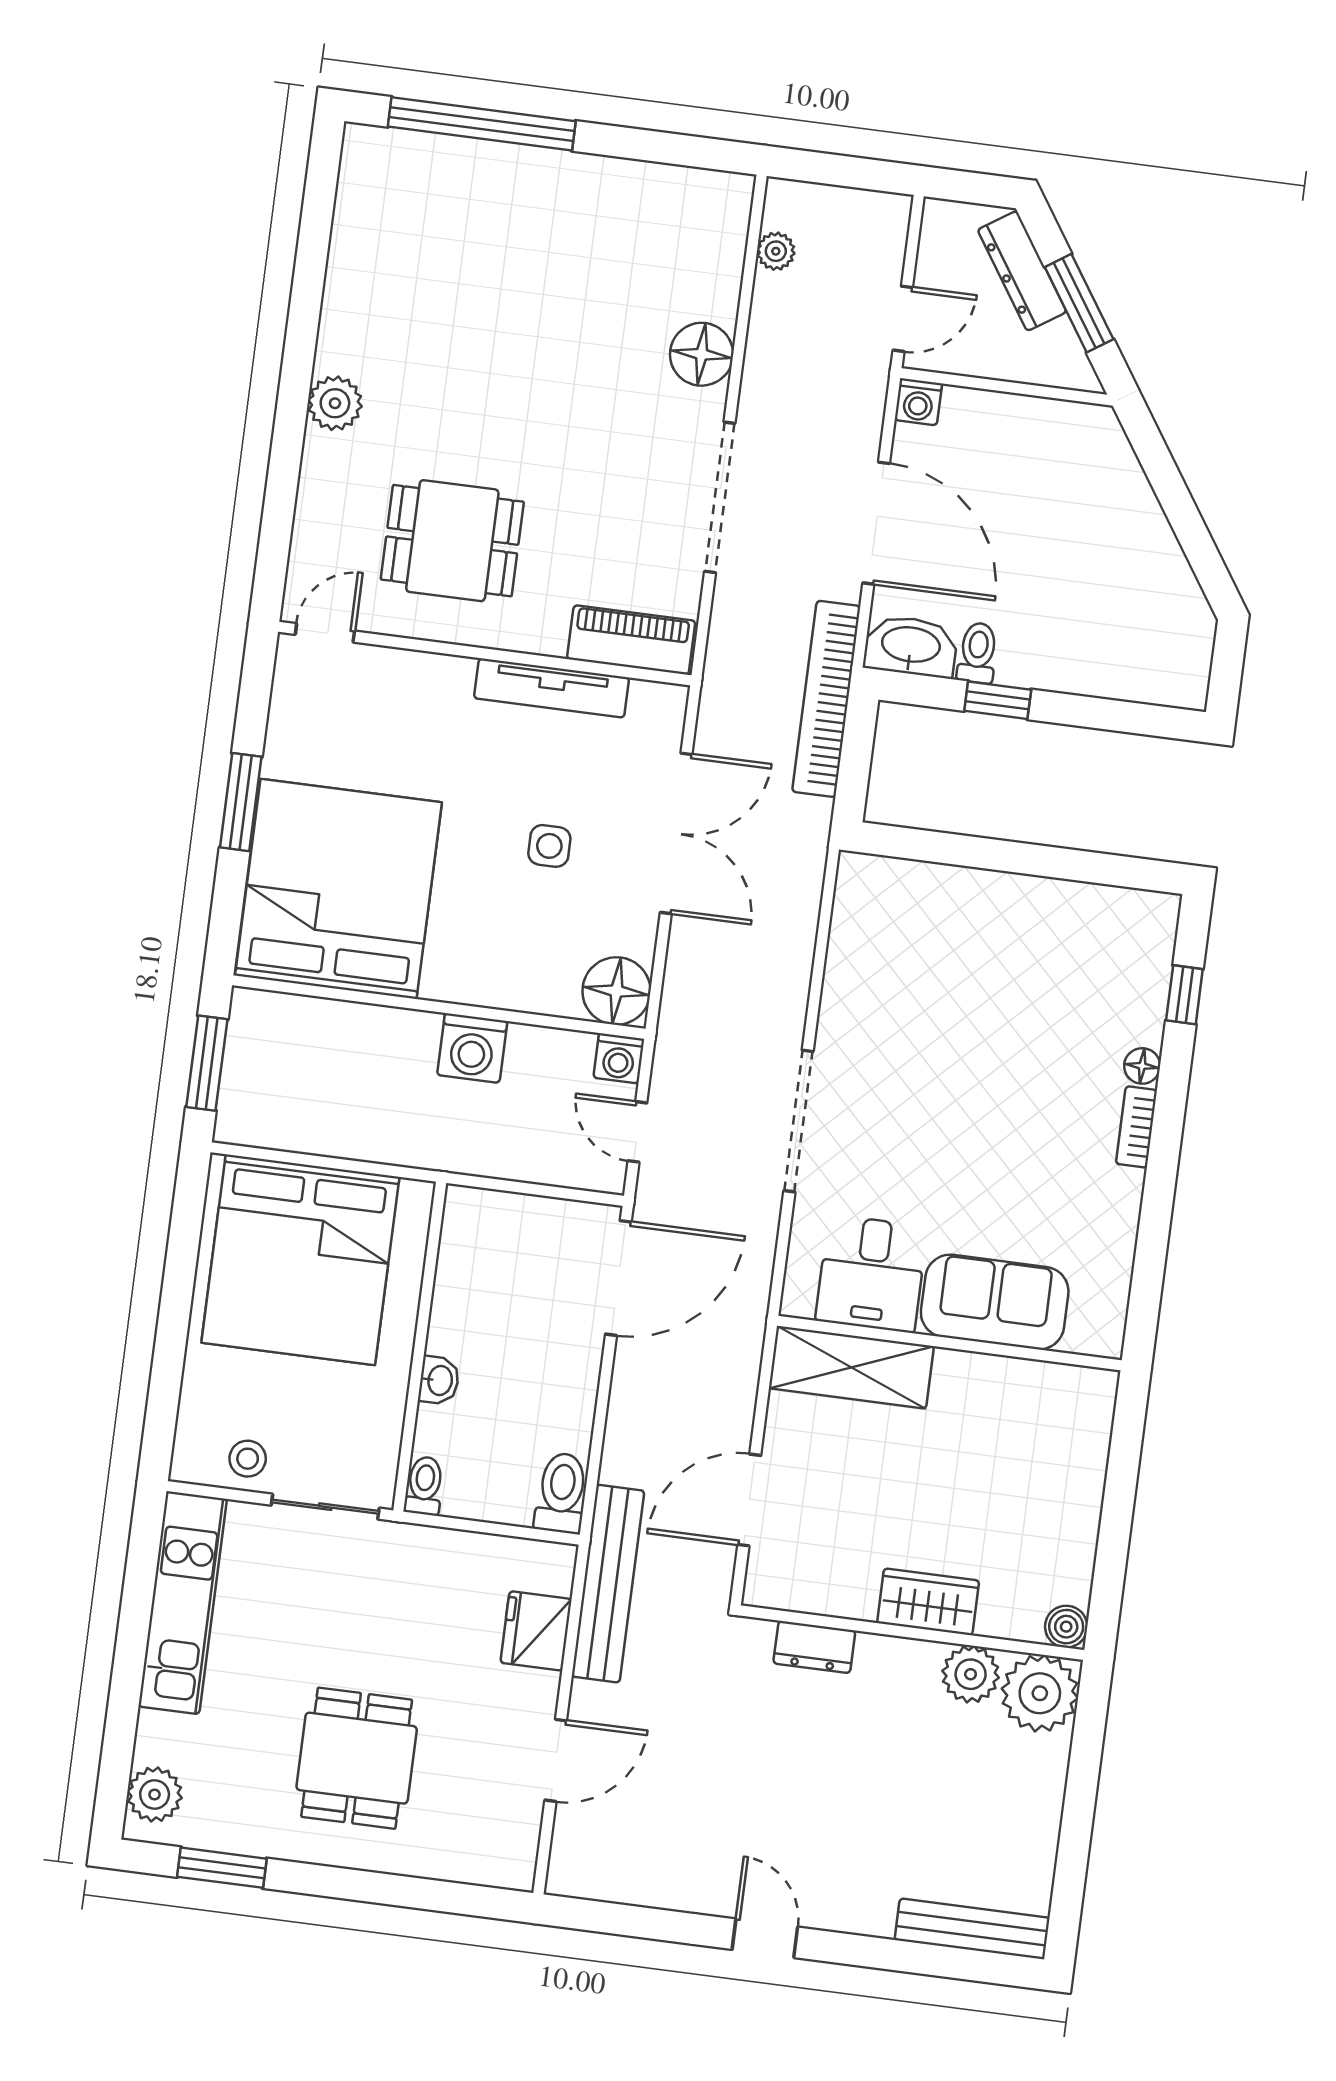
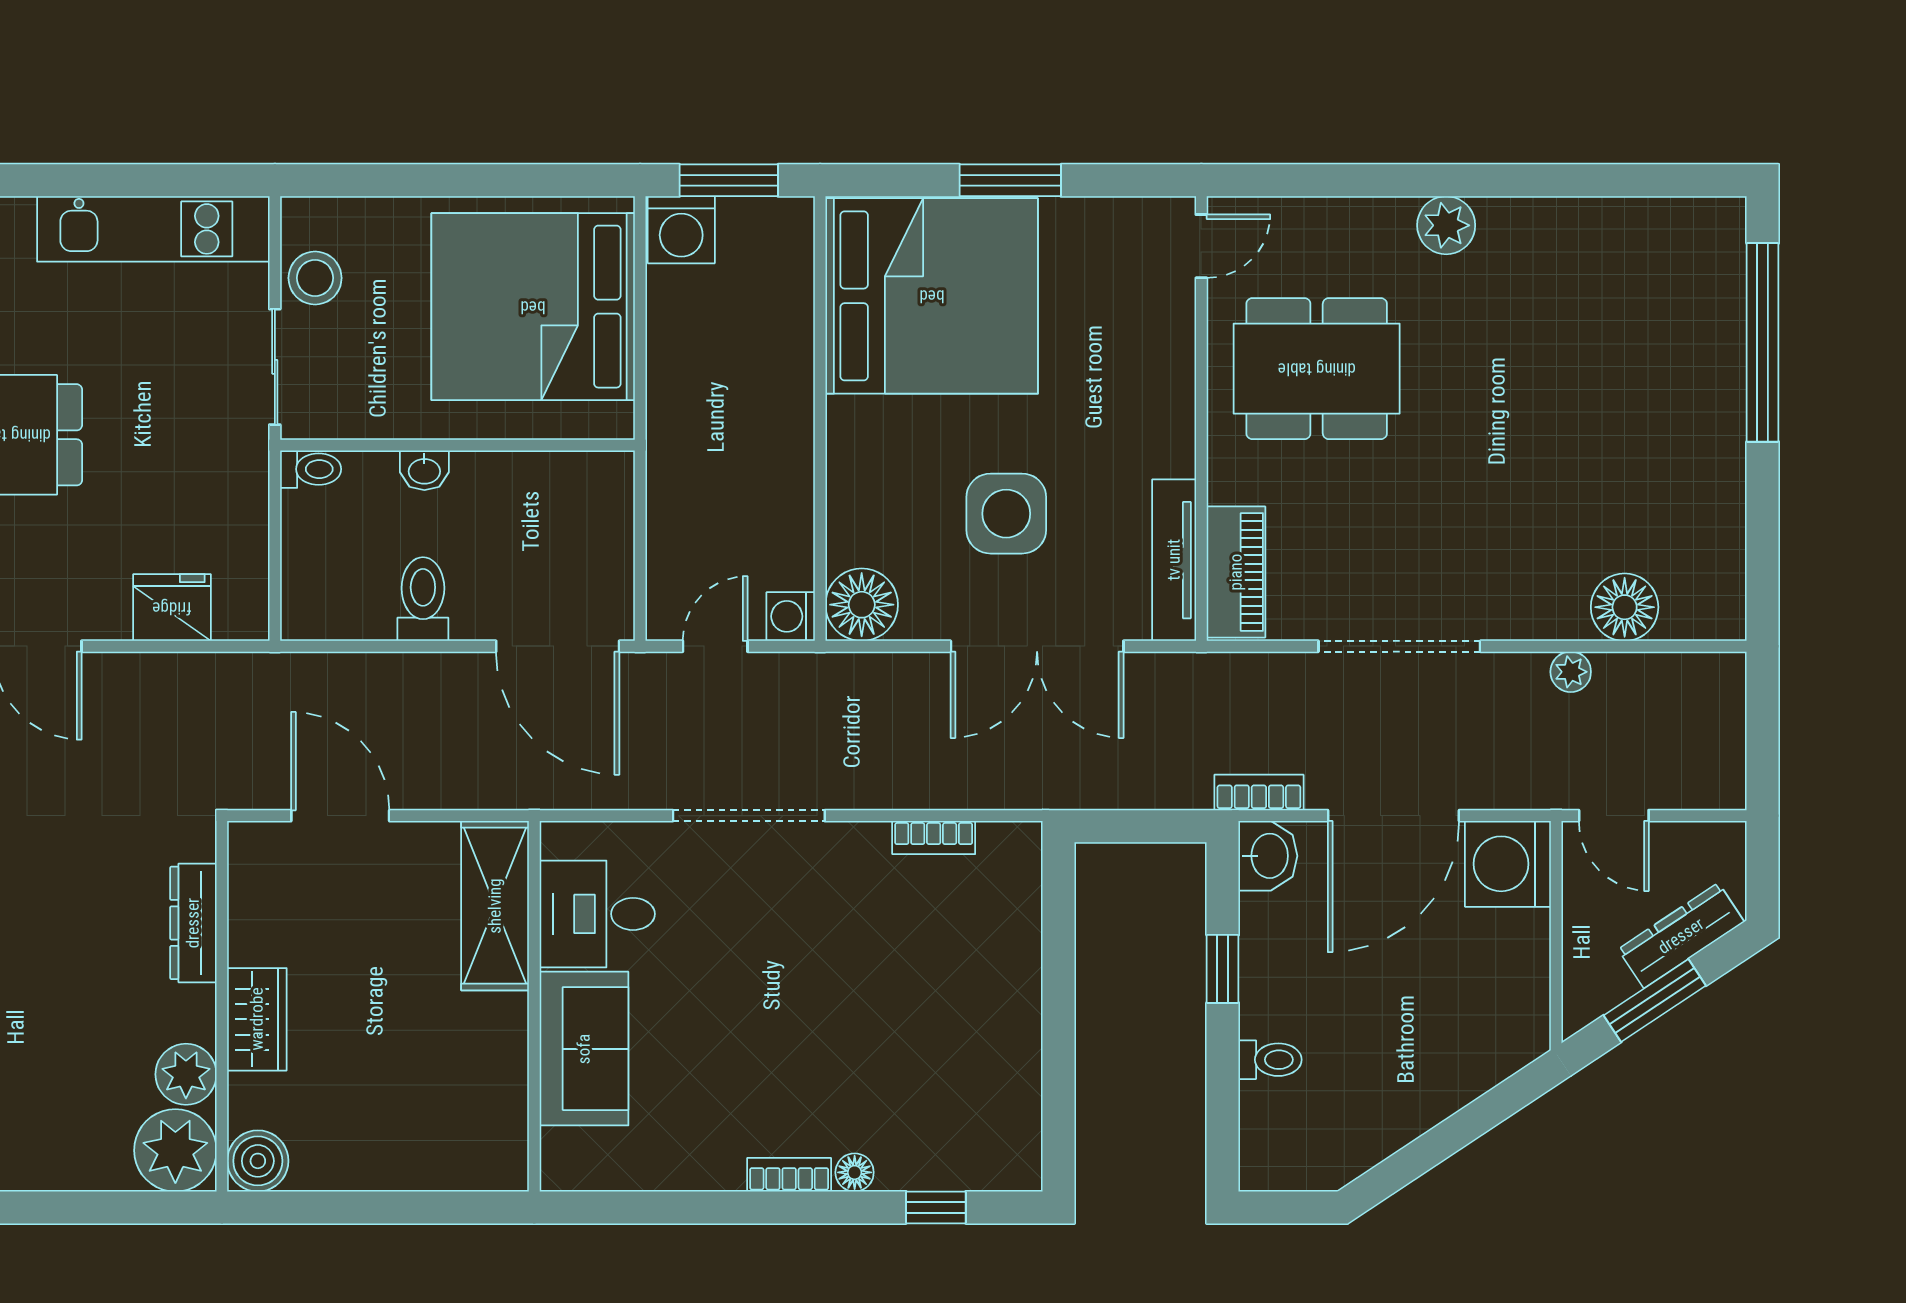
plant: (776, 251) -> (1571, 672), moved
floor lamp: (702, 354) -> (1625, 607), moved
washing machine: (918, 402) -> (1508, 864), width x1.89, depth x1.89
dining table: (452, 541) -> (1317, 369), width x1.37
door: (325, 633) -> (1201, 246), hinge flipped
washbasin: (911, 646) -> (1268, 856), width x0.72
toilet: (978, 653) -> (1270, 1060), moved
tv unit: (552, 688) -> (1174, 560), moved
bookcase: (826, 699) -> (1259, 793), width x0.43, depth x0.76
side table: (549, 846) -> (1006, 514), width x1.87, depth x1.87
bookcase: (841, 952) -> (934, 838), added
washing machine: (472, 1048) -> (681, 230), moved, turned -90
stool: (248, 1459) -> (315, 278), width x1.37, depth x1.37
toilet: (561, 1493) -> (423, 599), moved, turned -90
bench: (608, 1584) -> (232, 677), removed
boiler: (1066, 1627) -> (258, 1161), width x1.36, depth x1.36
dresser: (814, 1647) -> (193, 923), width x1.44

